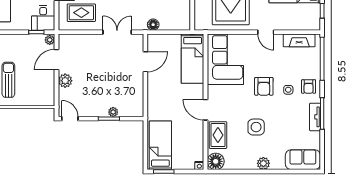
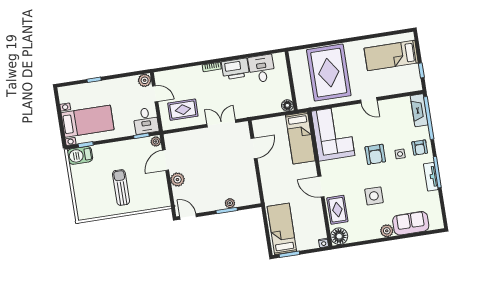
floor lamp: (153, 25) -> (287, 105), moved
fireplace: (299, 40) -> (419, 110), moved, turned 90
sofa: (303, 160) -> (411, 223), moved

